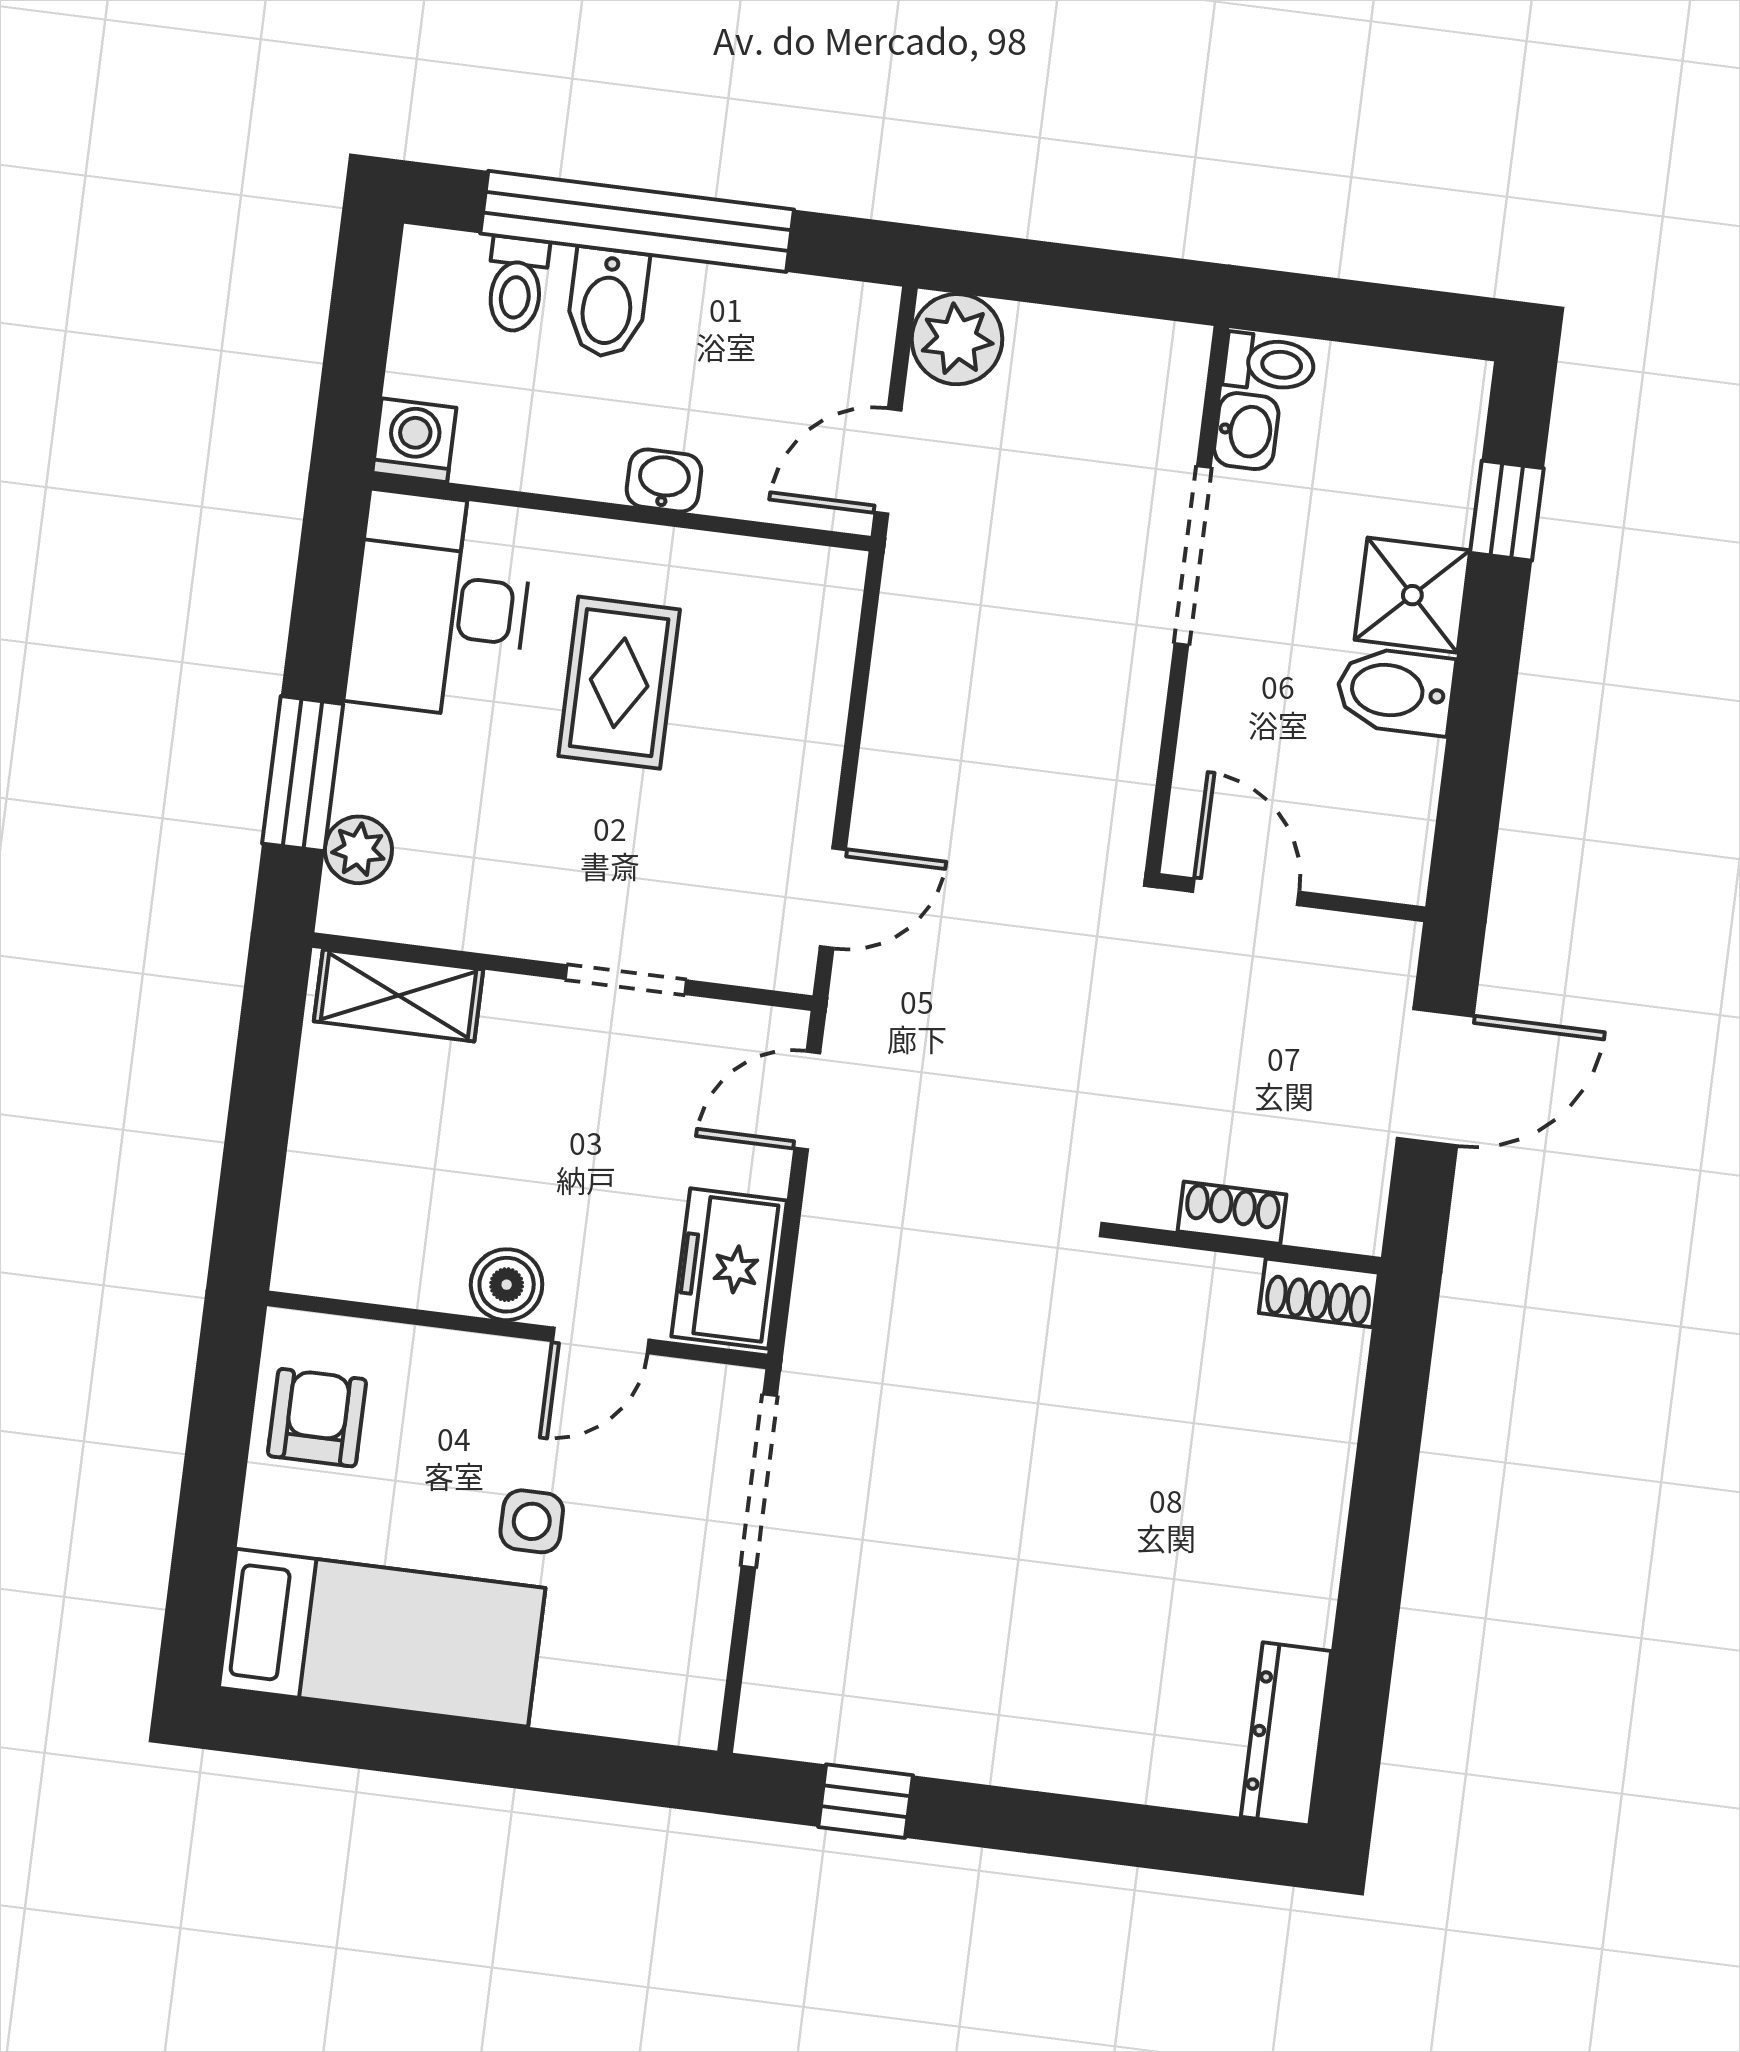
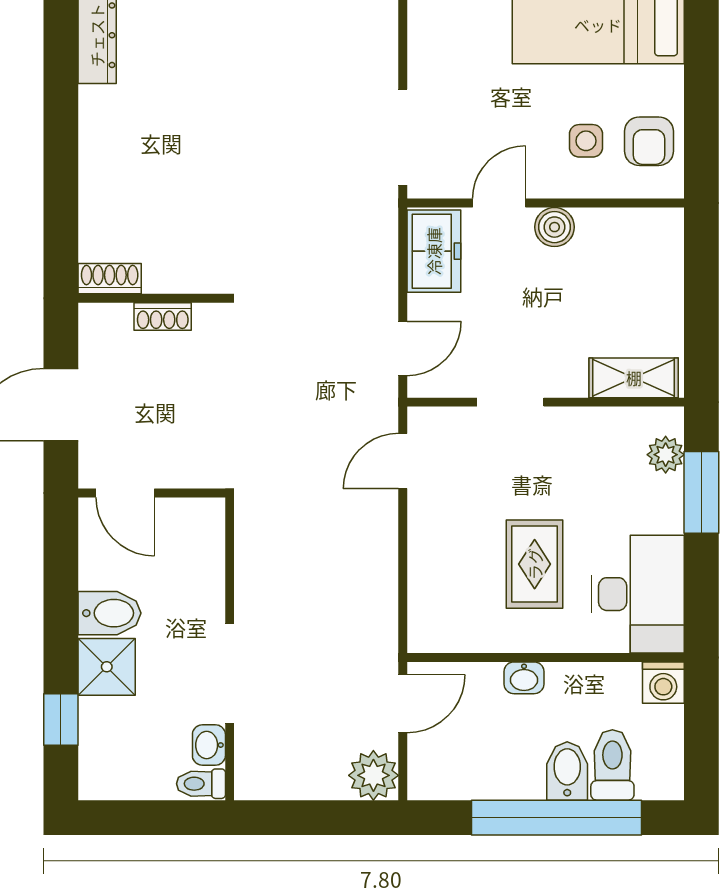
toilet: (516, 285) -> (612, 765), width x1.37, depth x1.39
door: (1246, 892) -> (125, 493), moved
side table: (532, 1521) -> (586, 141), moved

